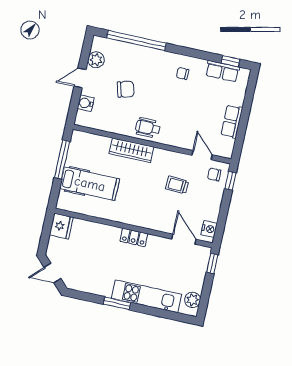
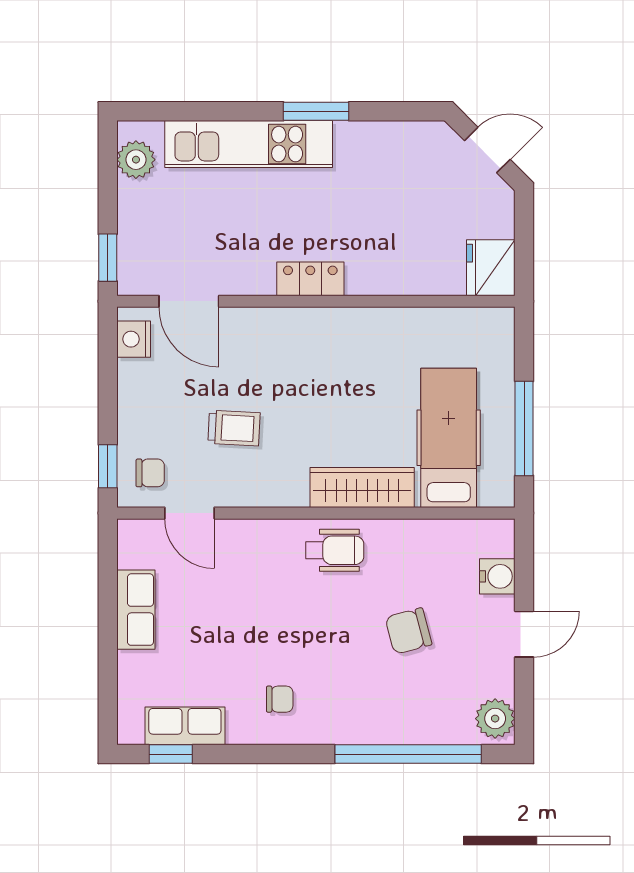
plant: (96, 60) -> (495, 719), moved
hospital bed: (90, 184) -> (449, 438), moved, turned 90

